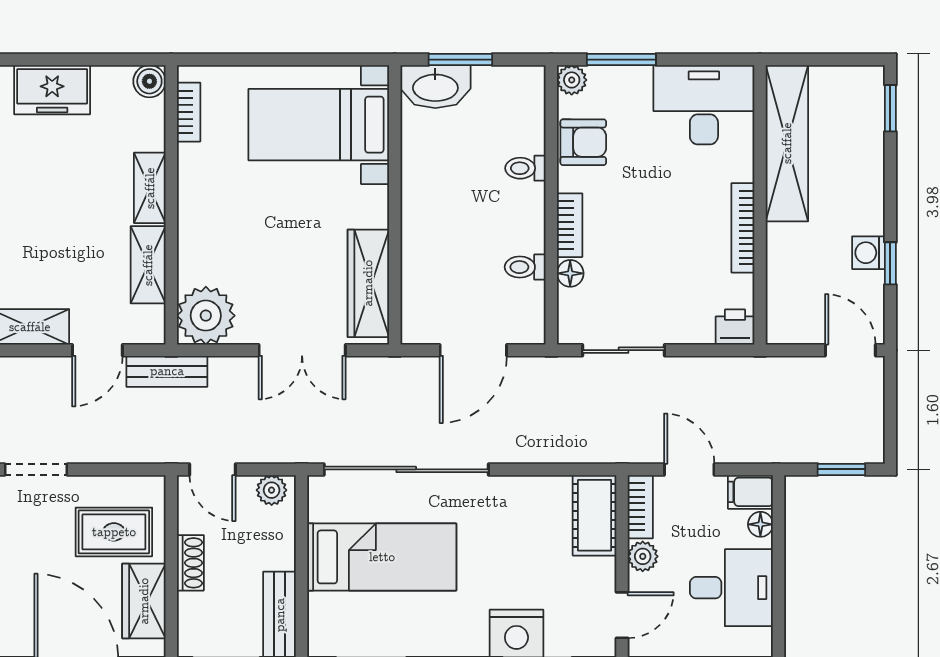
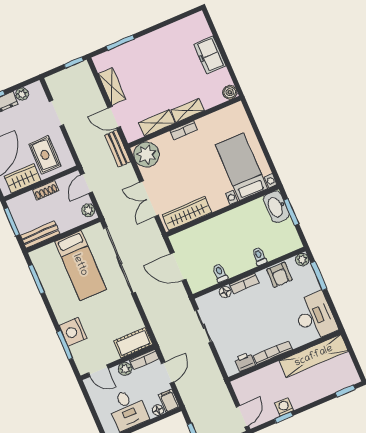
bookcase: (189, 112) -> (184, 130), moved
printer: (735, 327) -> (245, 362), moved, turned -90

